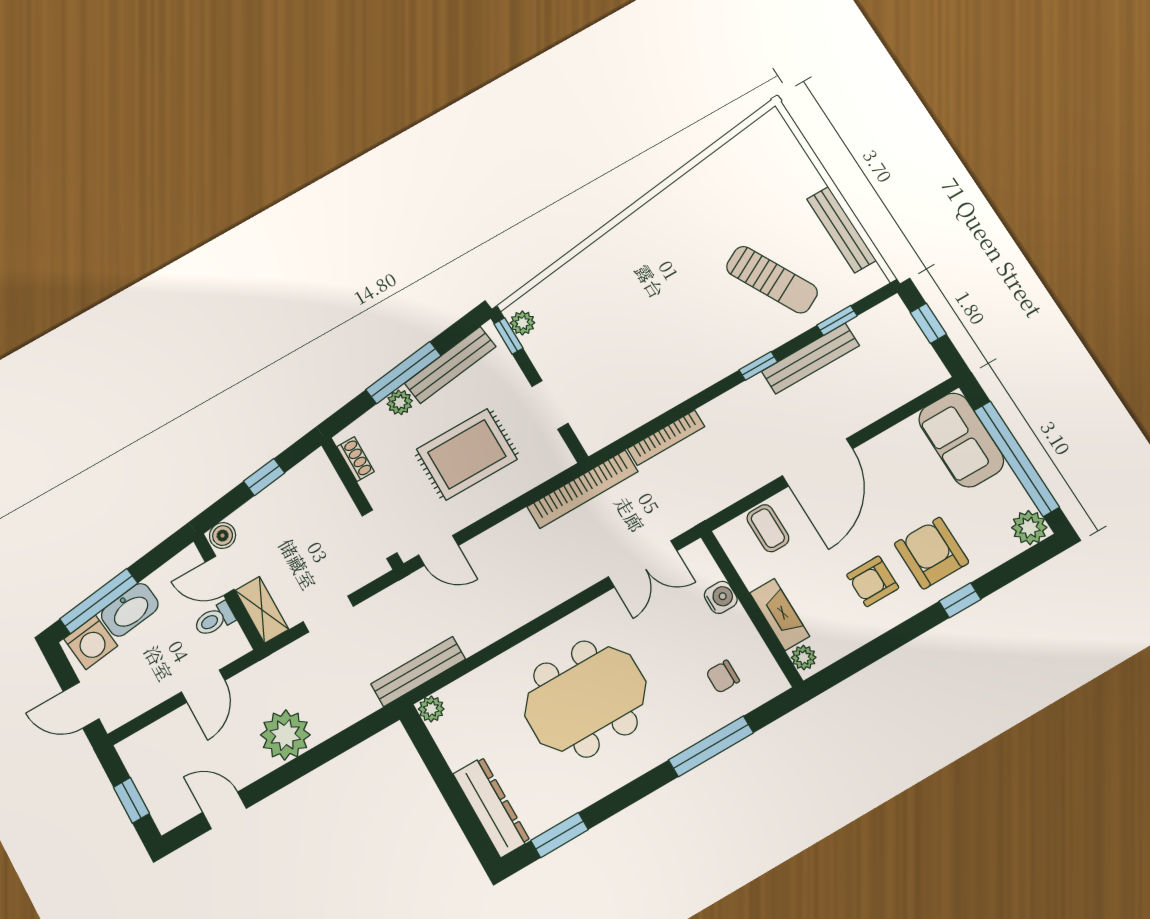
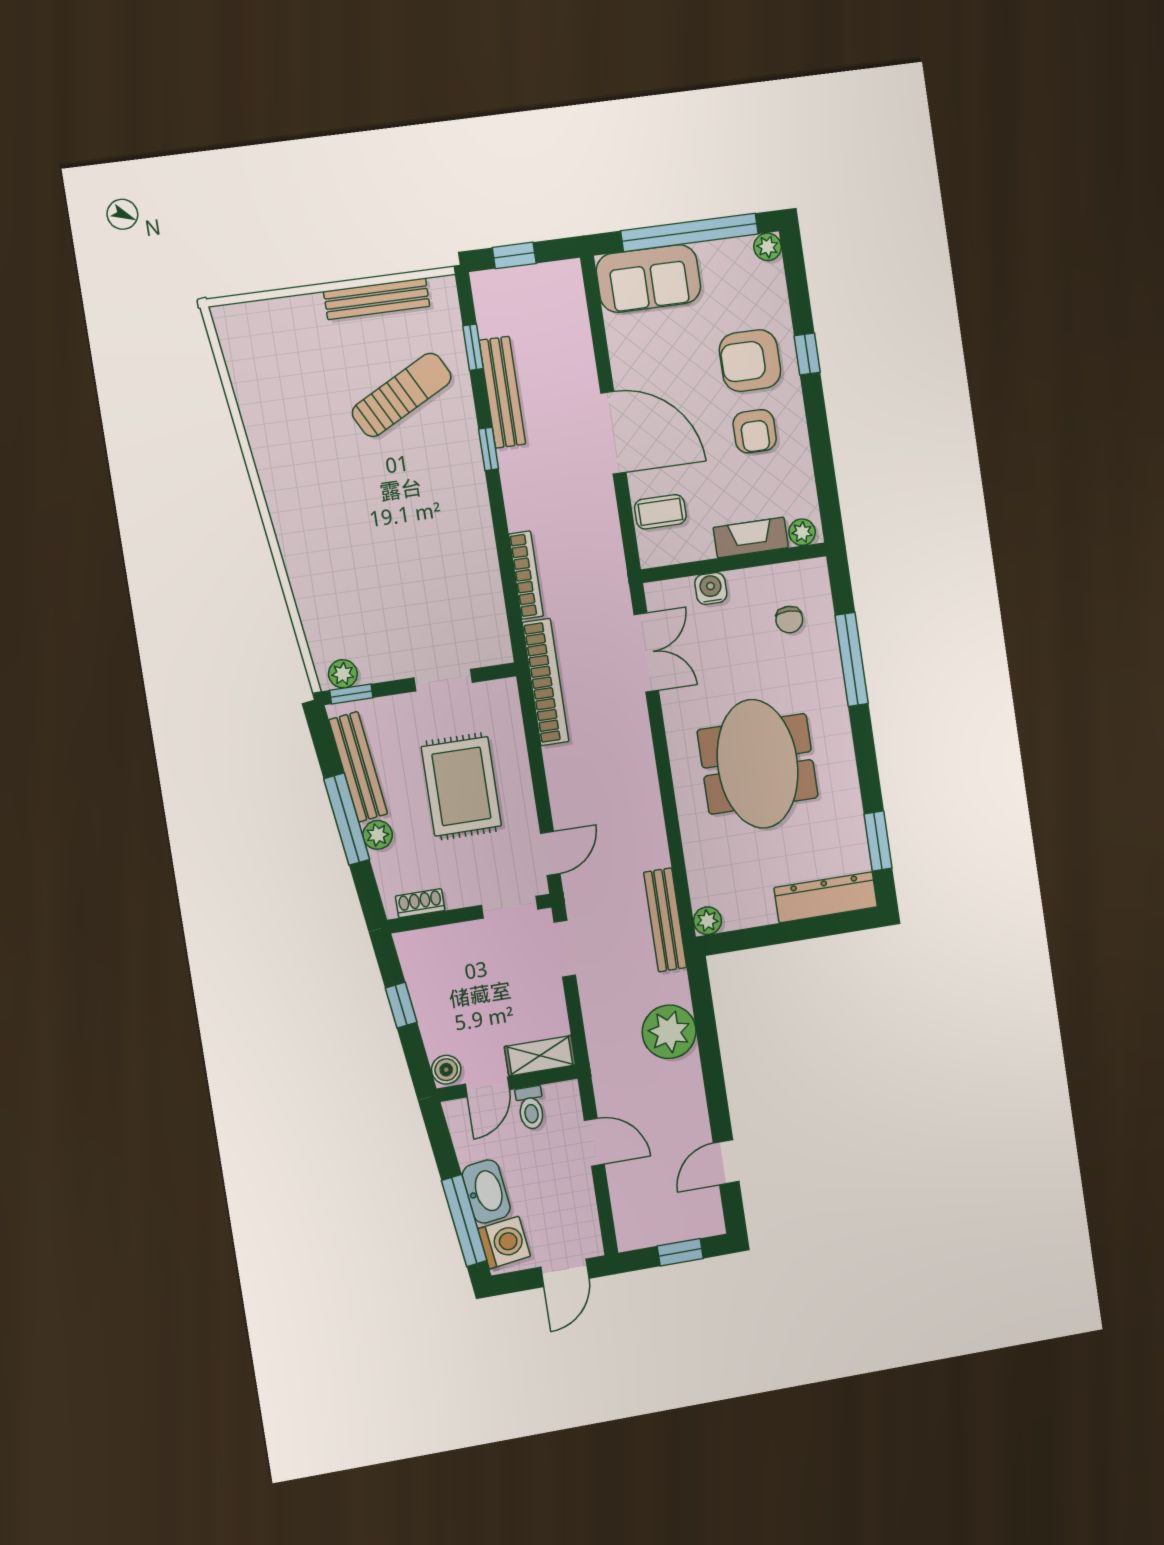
plant: (1029, 528) -> (768, 247), width x0.73, depth x0.73
doorway: (328, 614) -> (565, 949), moved
plant: (285, 735) -> (669, 1032), moved

